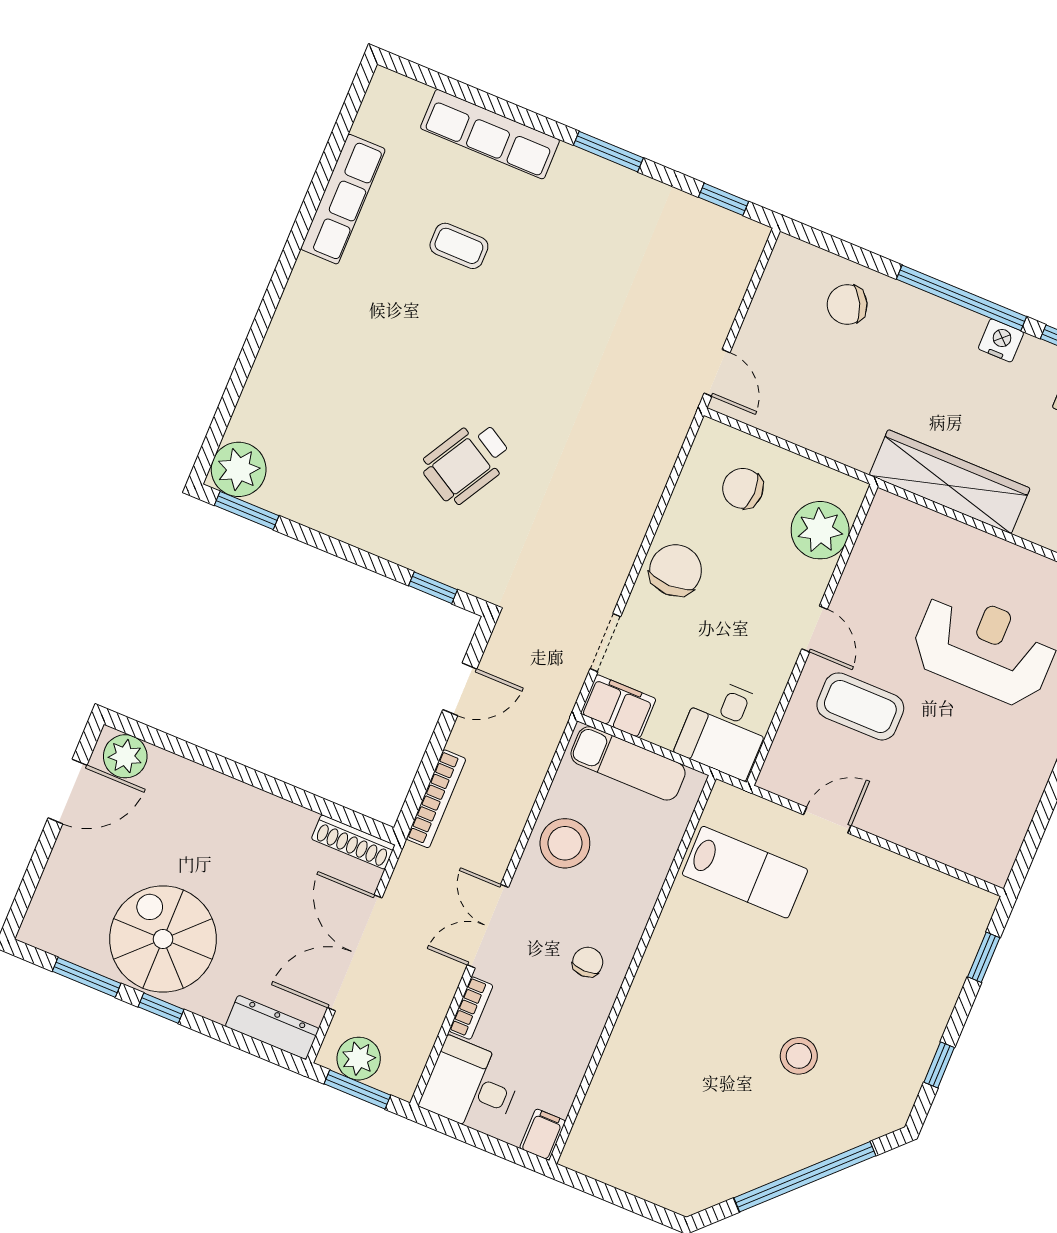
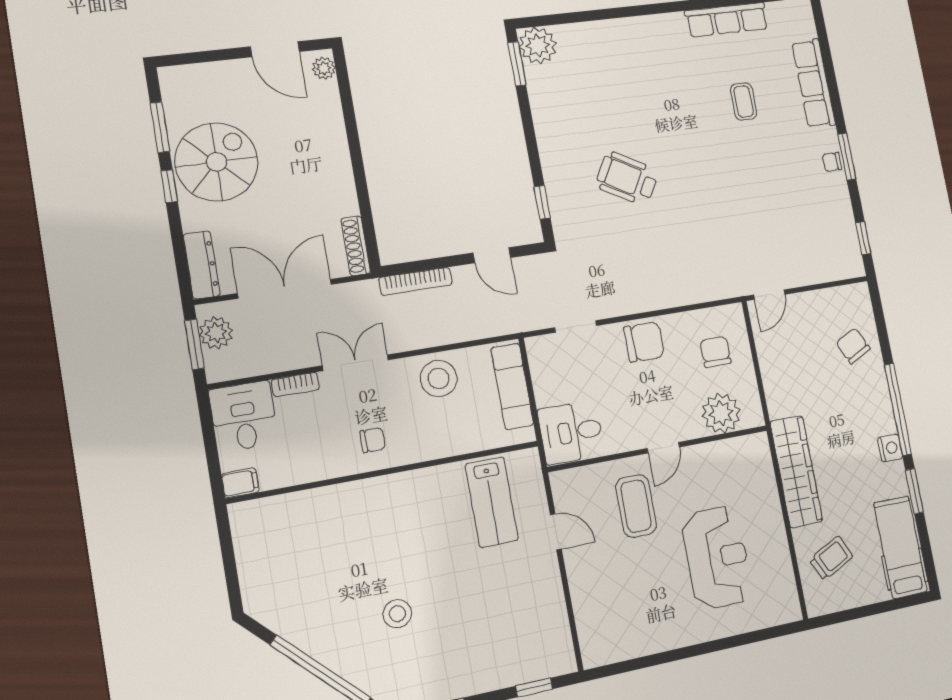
chair: (603, 177) -> (832, 162), added
filing cabinet: (618, 706) -> (543, 358), removed
plant: (125, 756) -> (324, 68), width x0.73, depth x0.73

